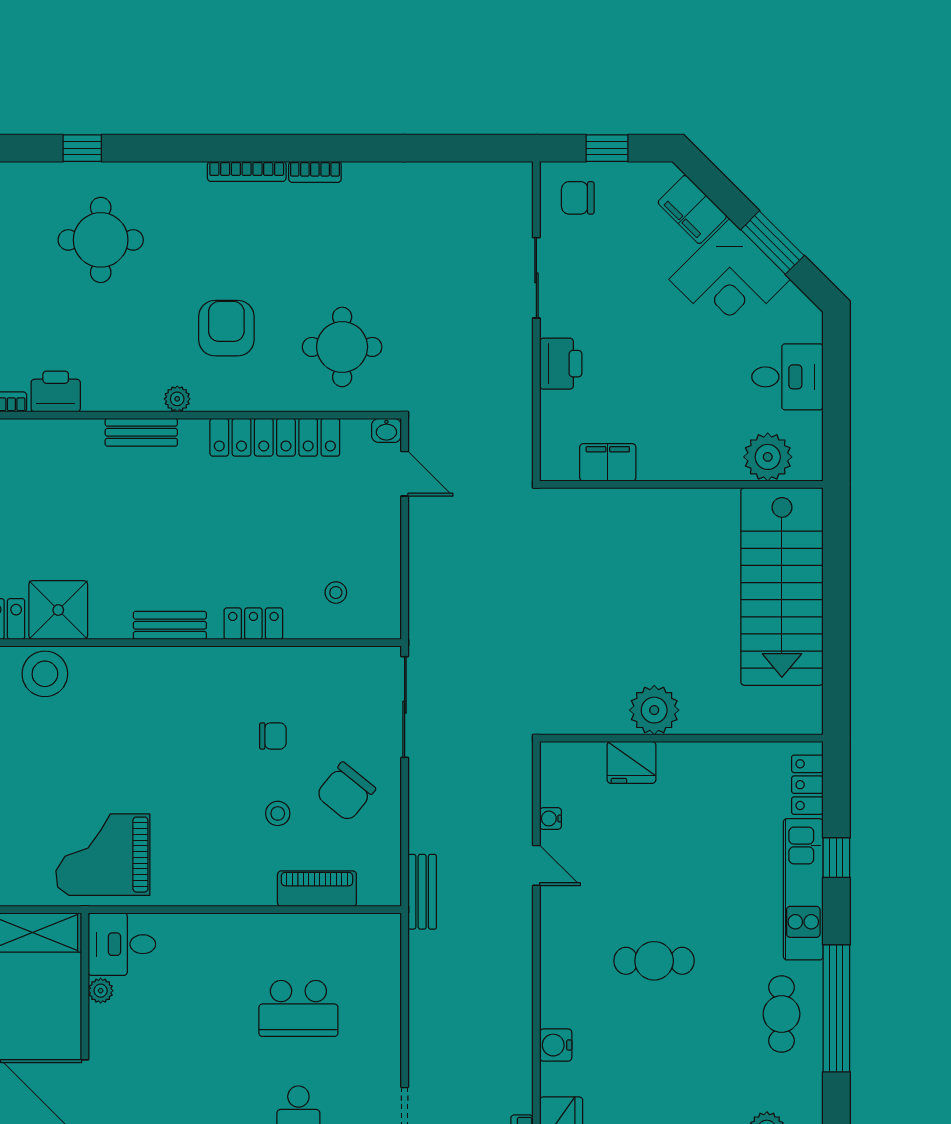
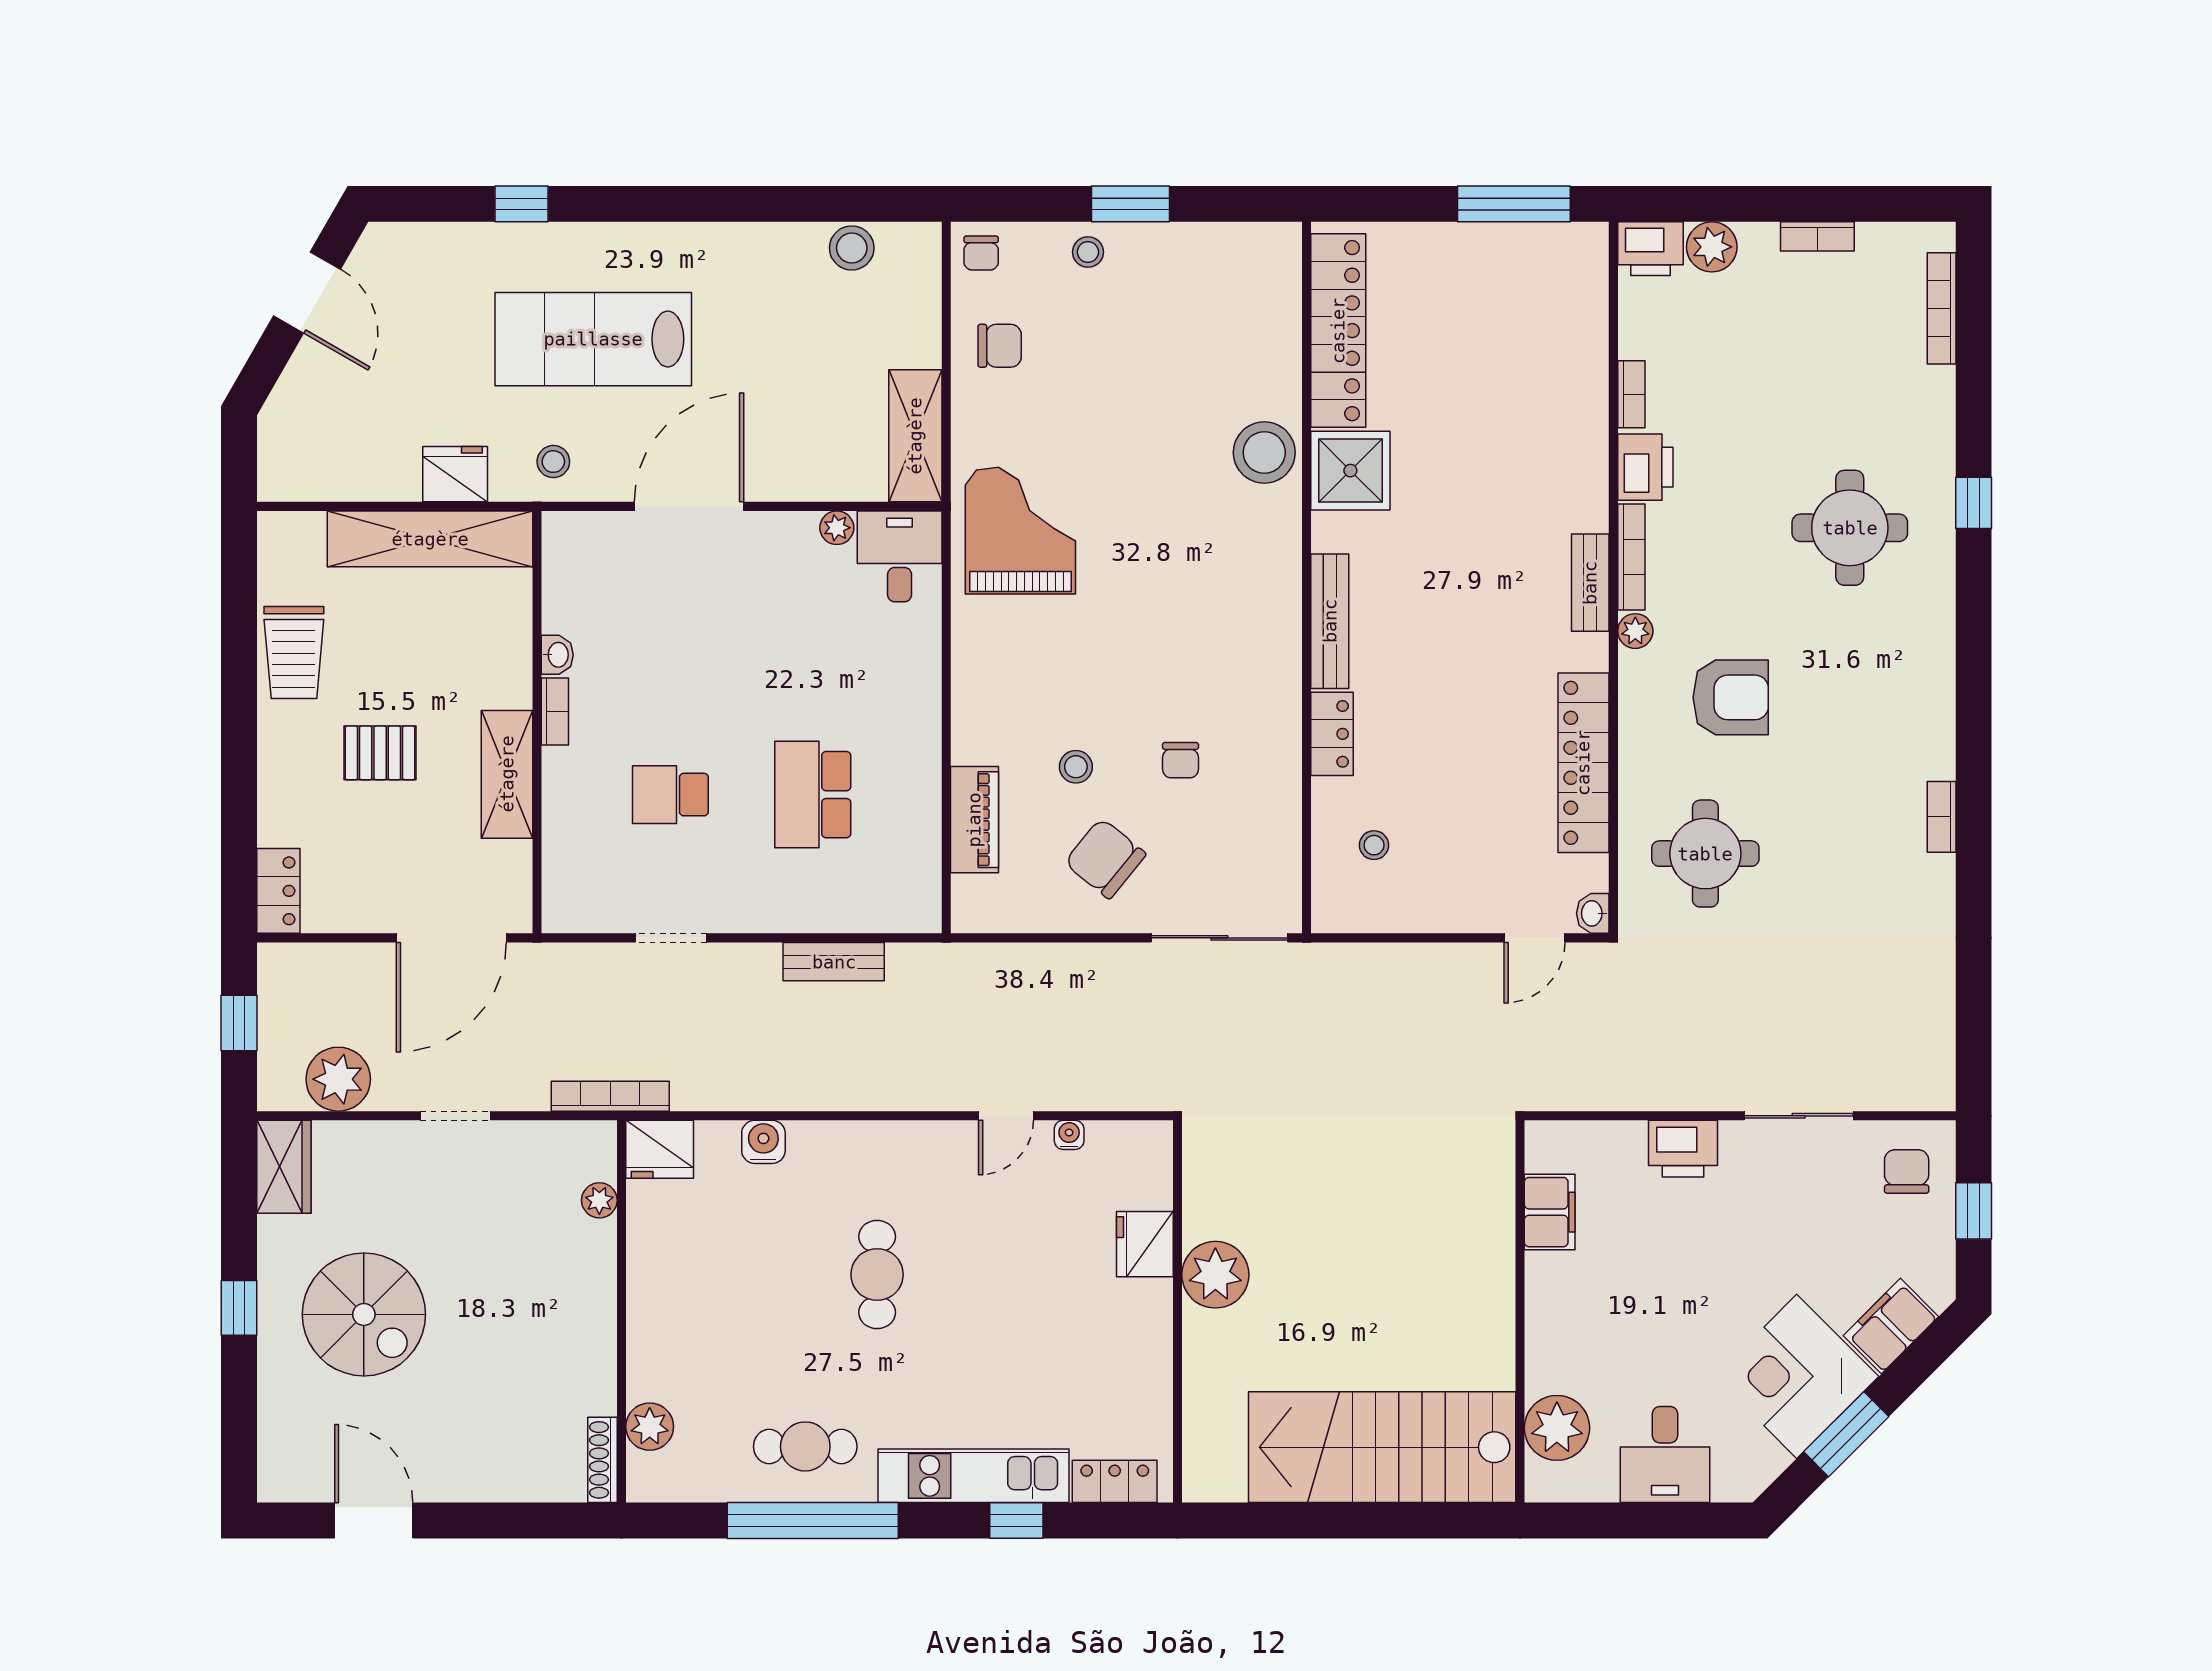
bookcase: (247, 171) -> (1631, 557), moved, turned 180
bench: (170, 625) -> (1330, 621), width x1.36
bench: (422, 892) -> (834, 962), moved

